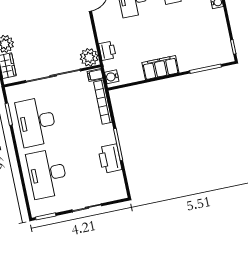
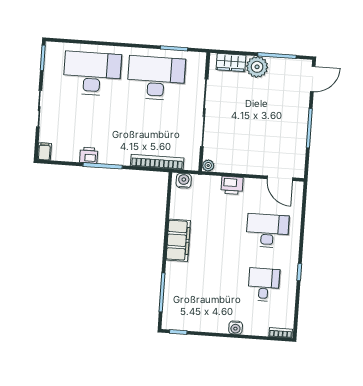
printer: (107, 51) -> (232, 185), moved
plant: (89, 57) -> (208, 166), width x0.53, depth x0.53
filing cabinet: (95, 75) -> (44, 151), moved
printer: (110, 159) -> (89, 155), width x0.53, depth x0.68

